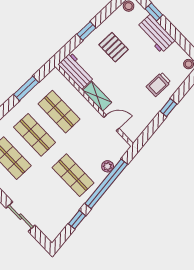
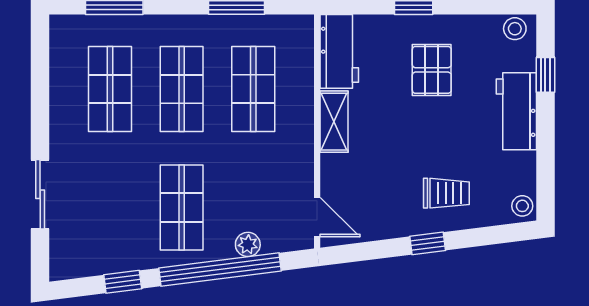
trolley: (159, 84) -> (446, 193), turned 180
door: (111, 123) -> (317, 217), moved

